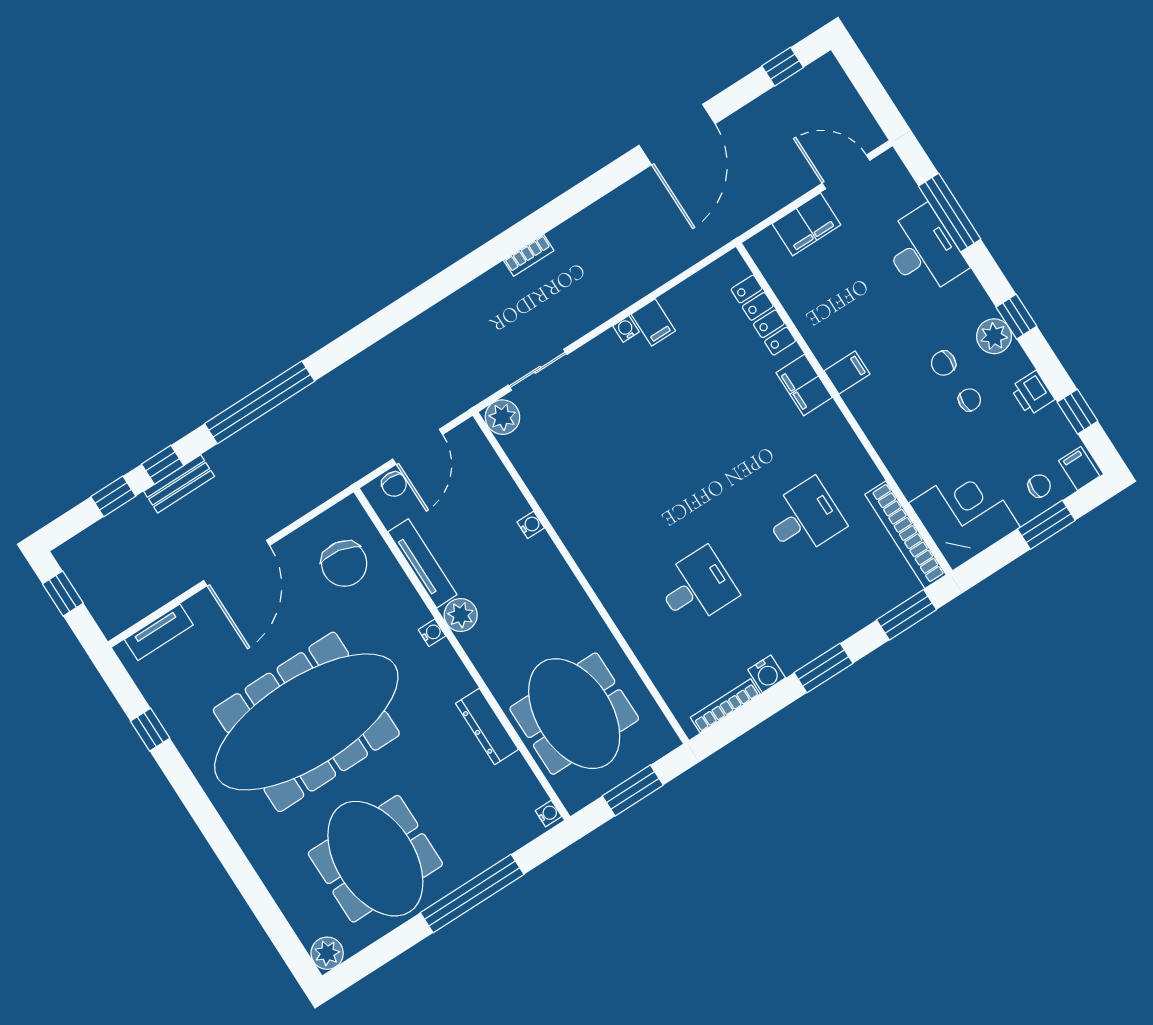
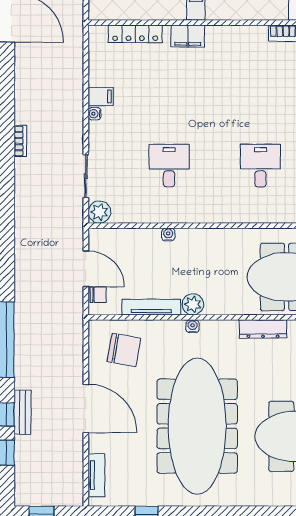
desk: (804, 518) -> (169, 166), moved

